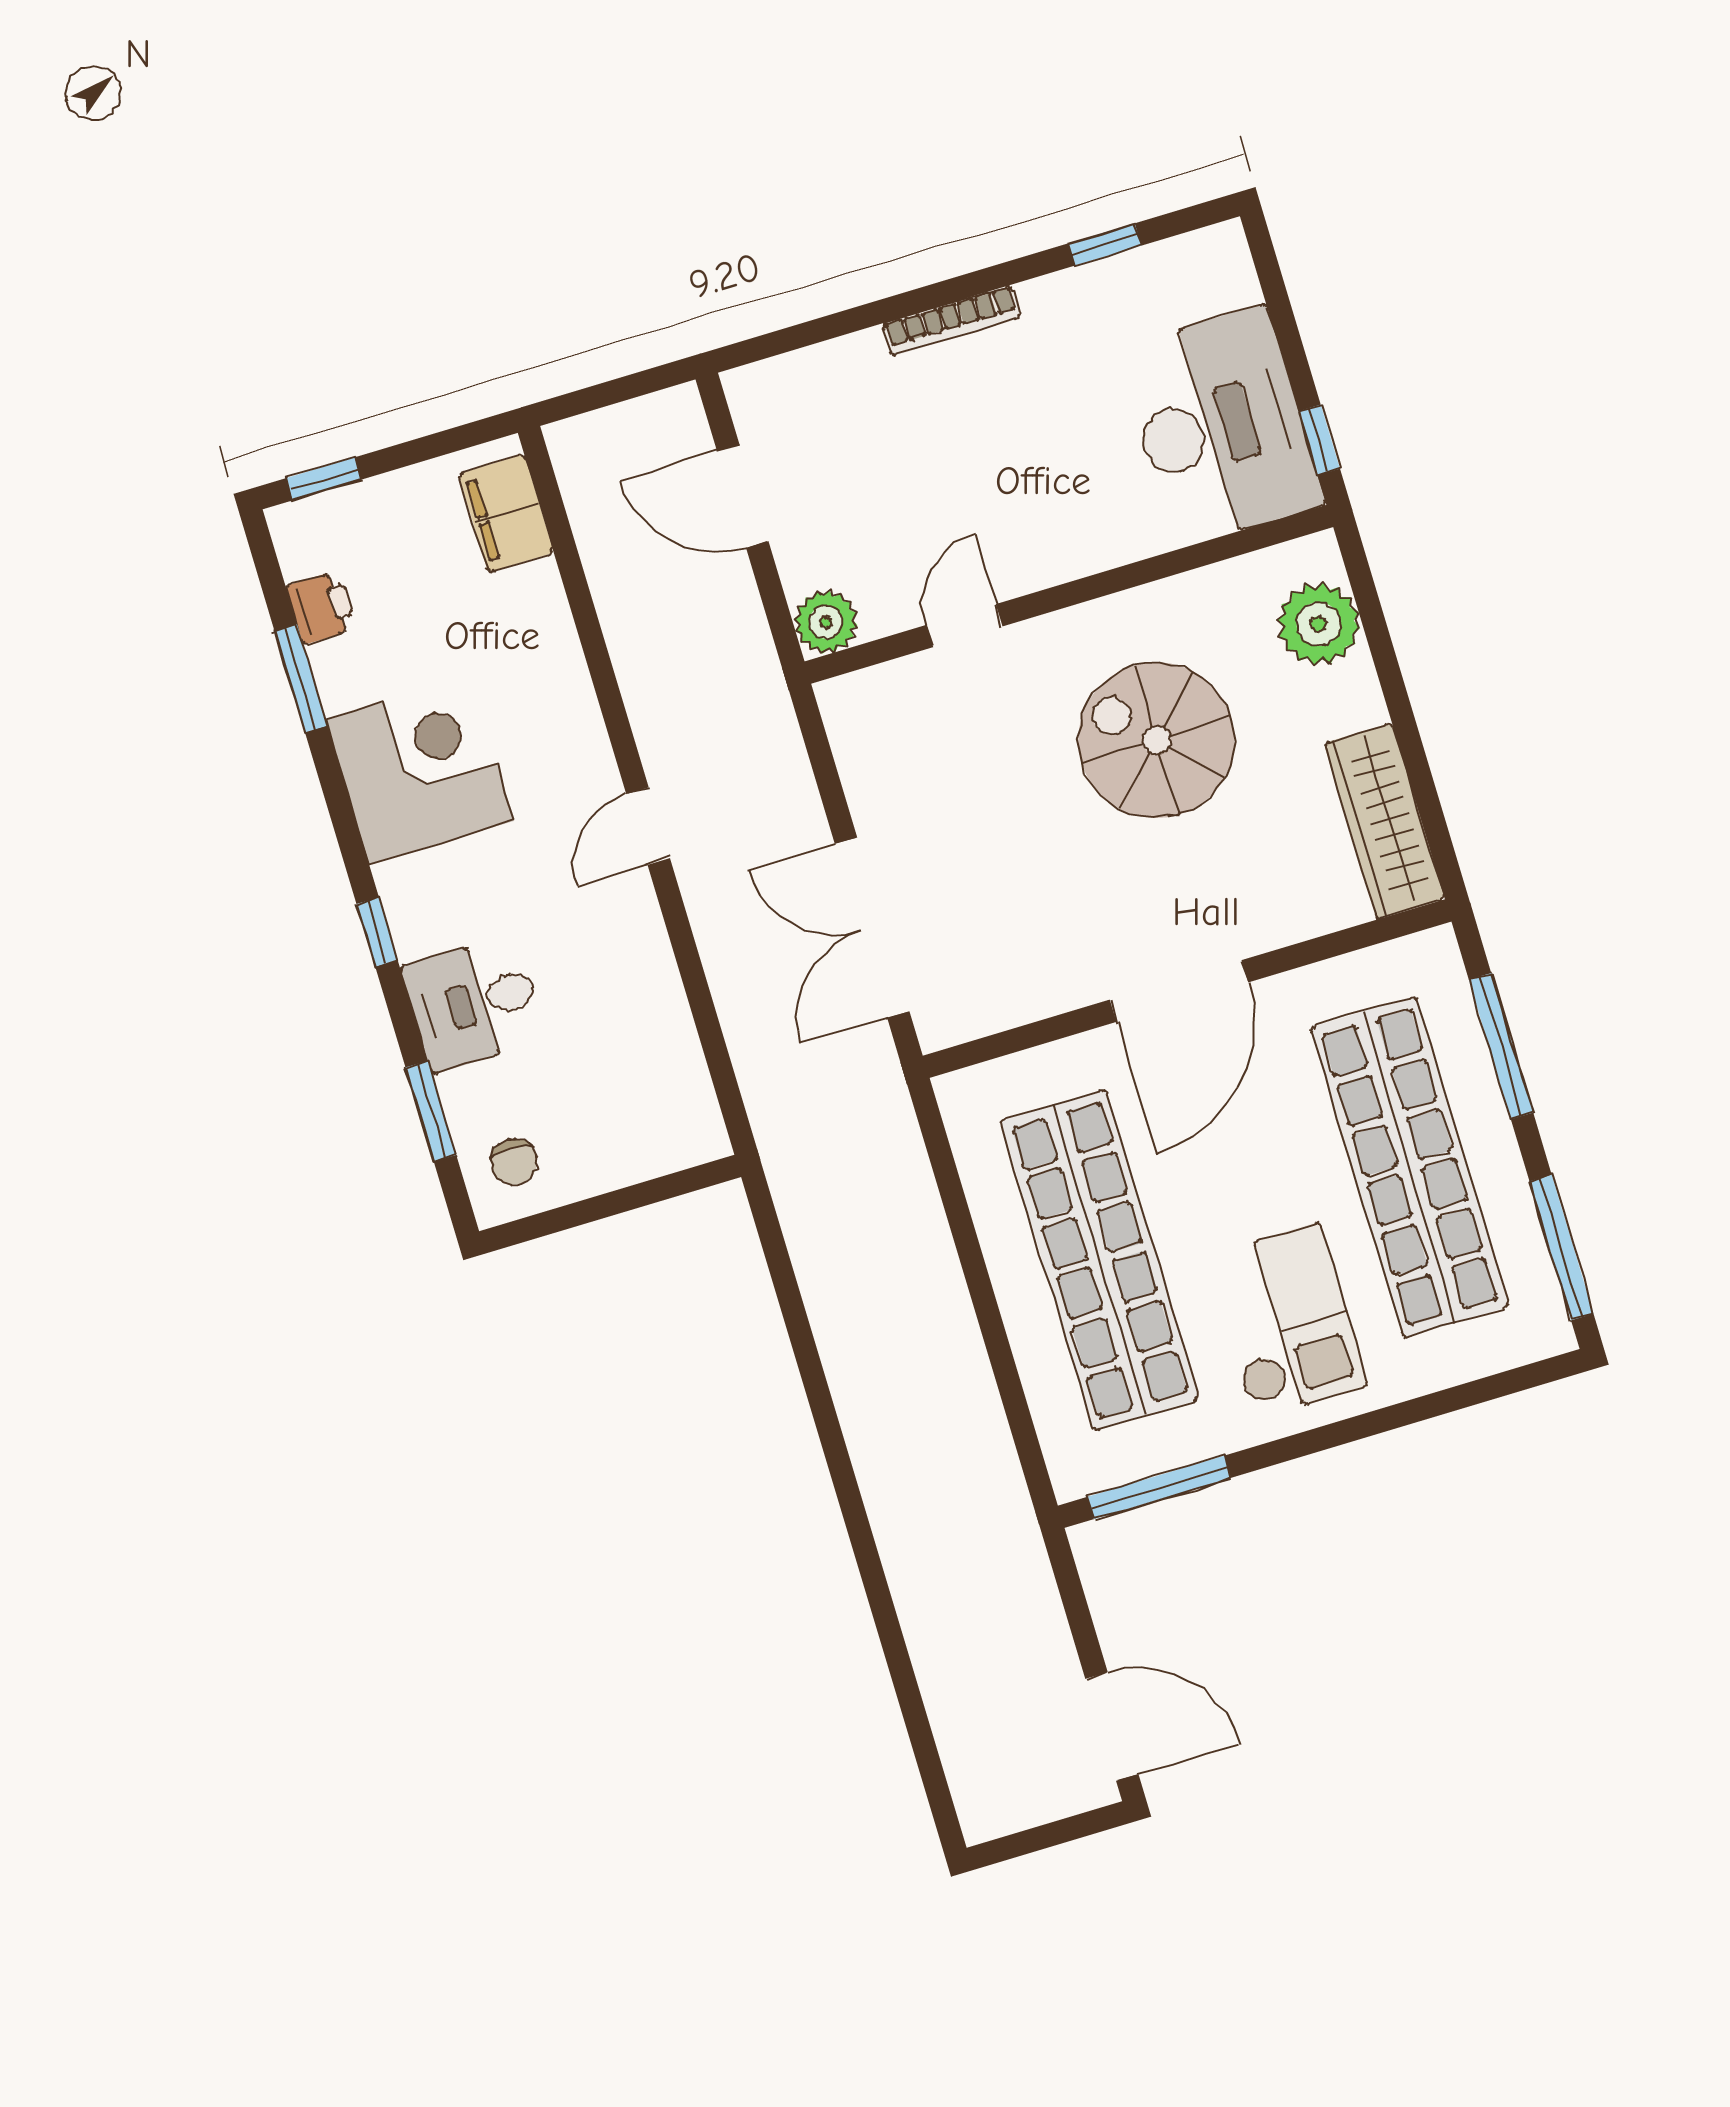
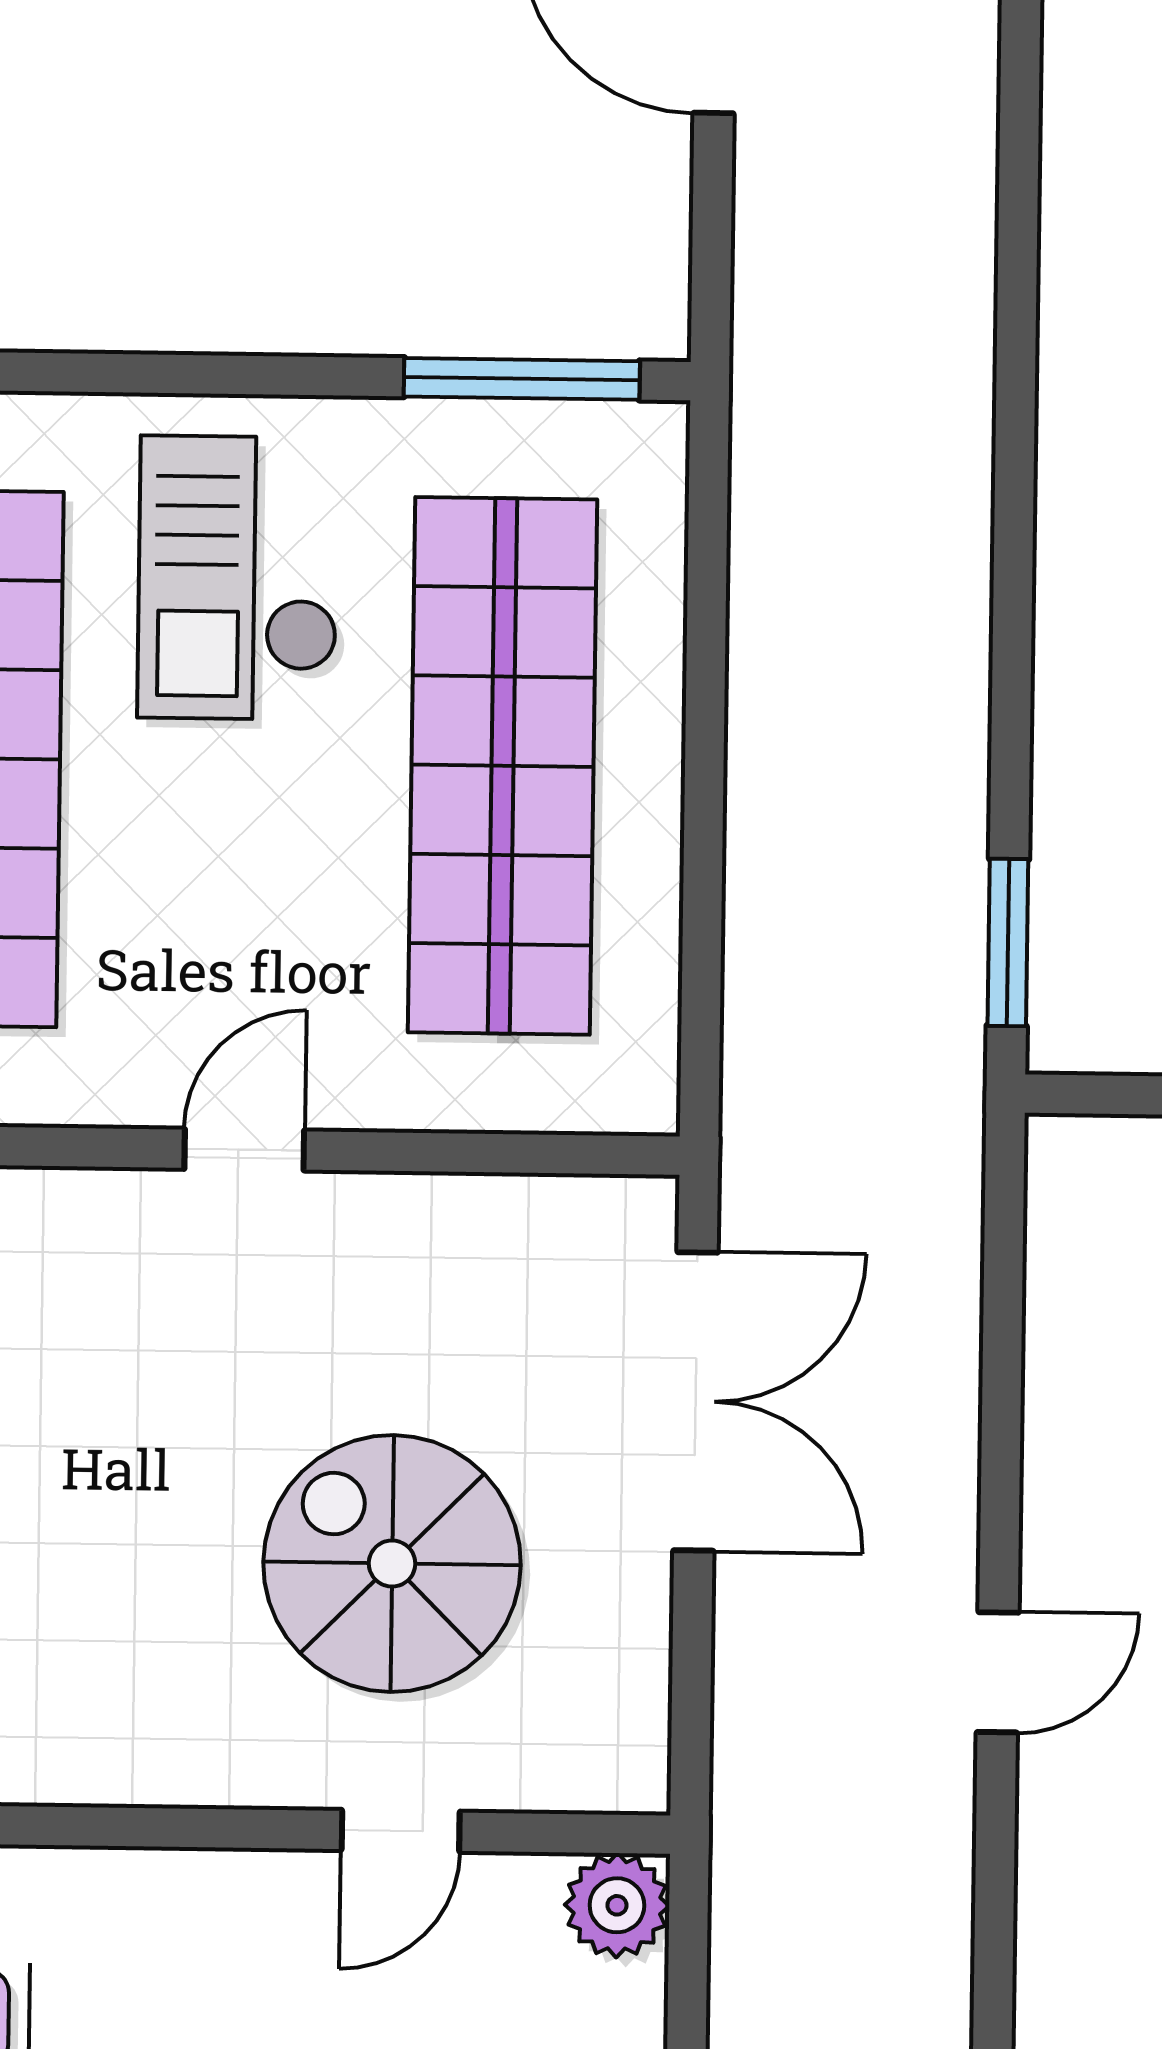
spiral stairs: (1156, 740) -> (392, 1564), moved, turned 180
door: (1179, 991) -> (244, 1150), width x0.53
window: (775, 1250) -> (1008, 942), added

